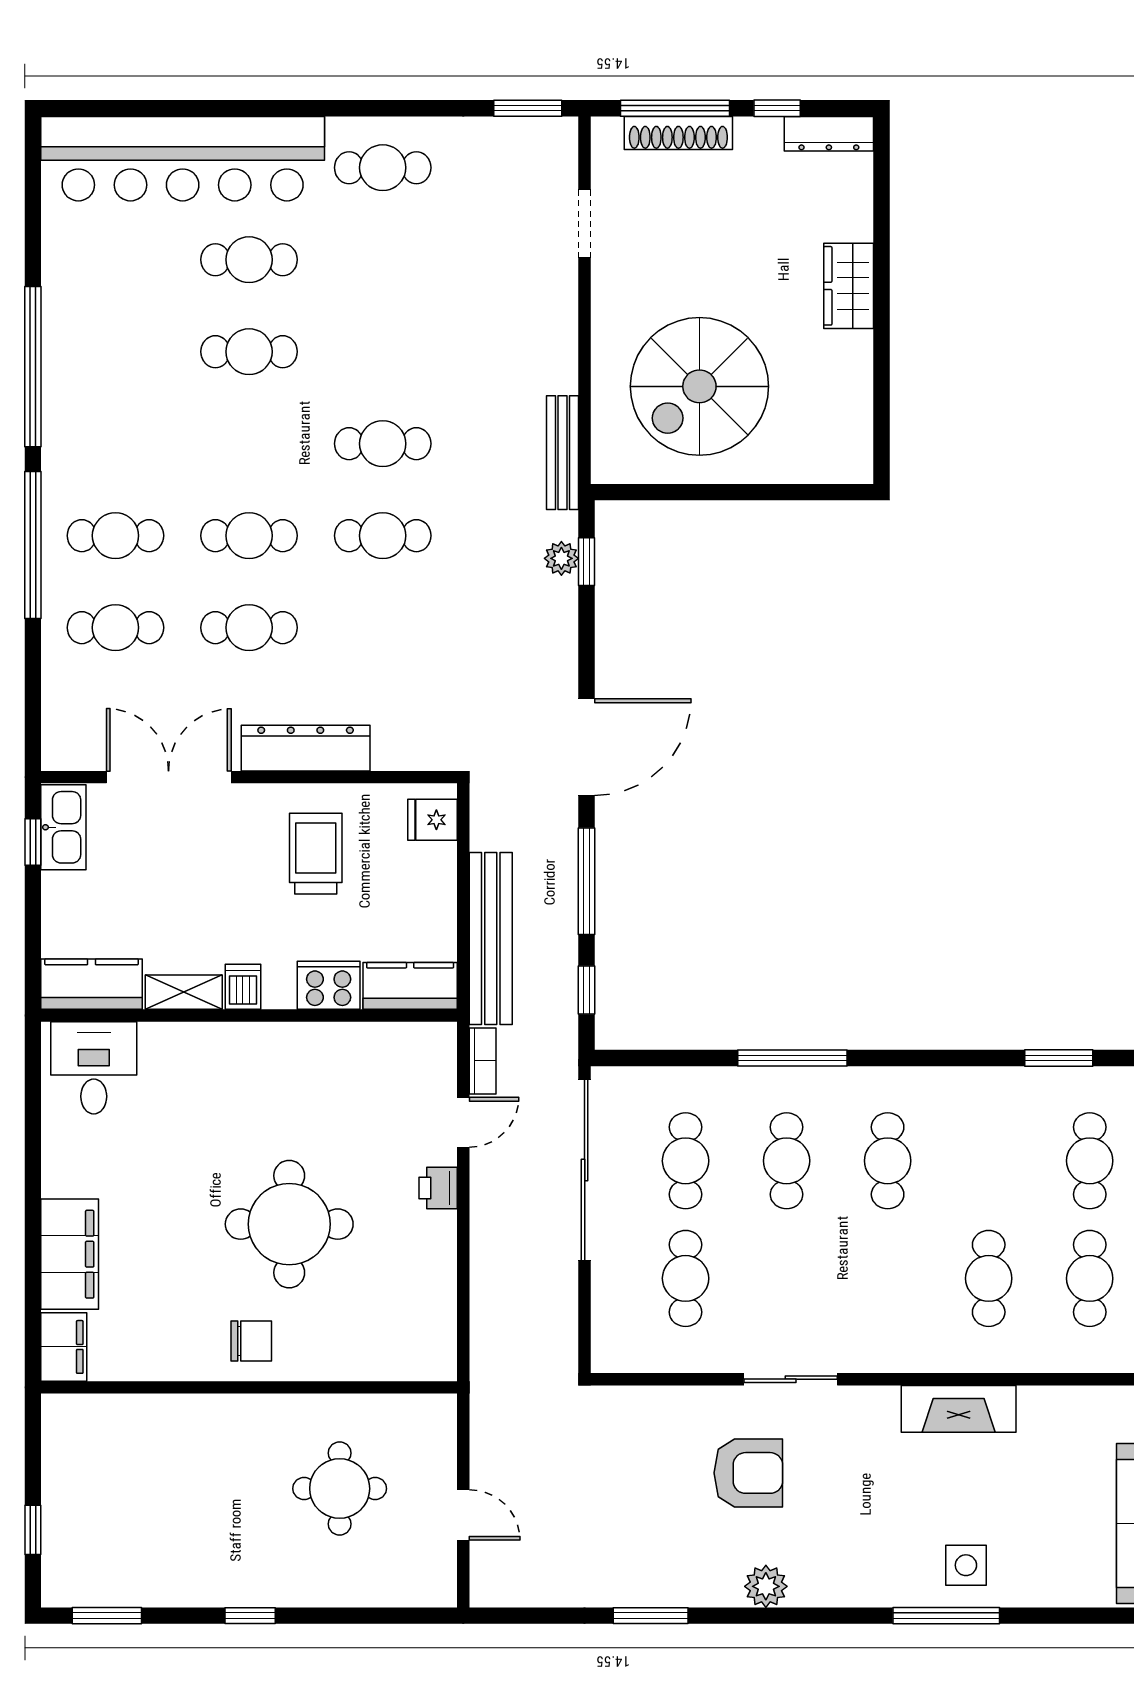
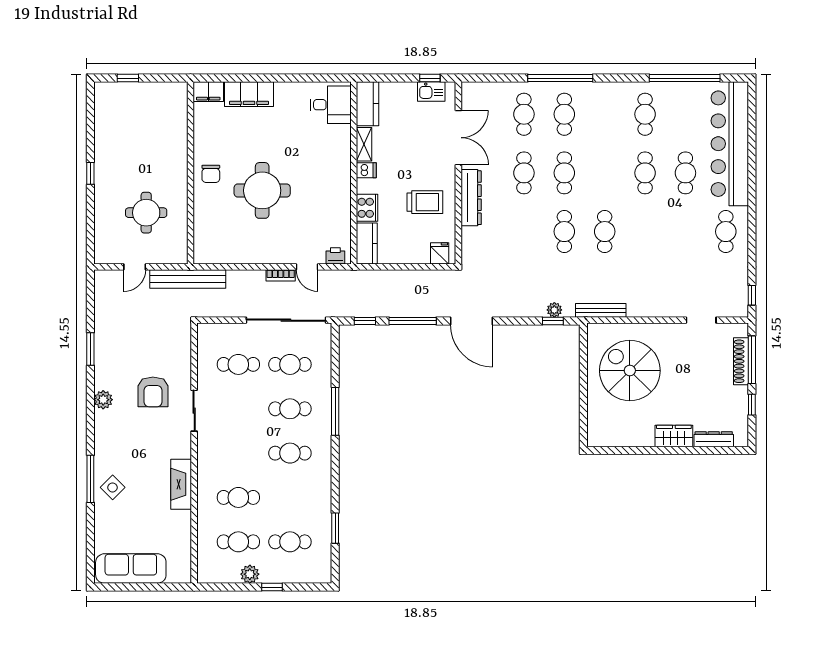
window: (528, 108) -> (752, 295), width x0.67
dresser: (829, 134) -> (714, 439), moved, turned 90
cafe table: (115, 352) -> (645, 114), added
window: (33, 367) -> (685, 78), moved
kitchen sink: (63, 827) -> (431, 91), width x0.73
bench: (491, 939) -> (188, 279), moved
bookcase: (483, 1061) -> (281, 275), moved
printer: (438, 1188) -> (335, 256), moved
side table: (966, 1565) -> (113, 487), turned 45
window: (107, 1616) -> (90, 110), removed

